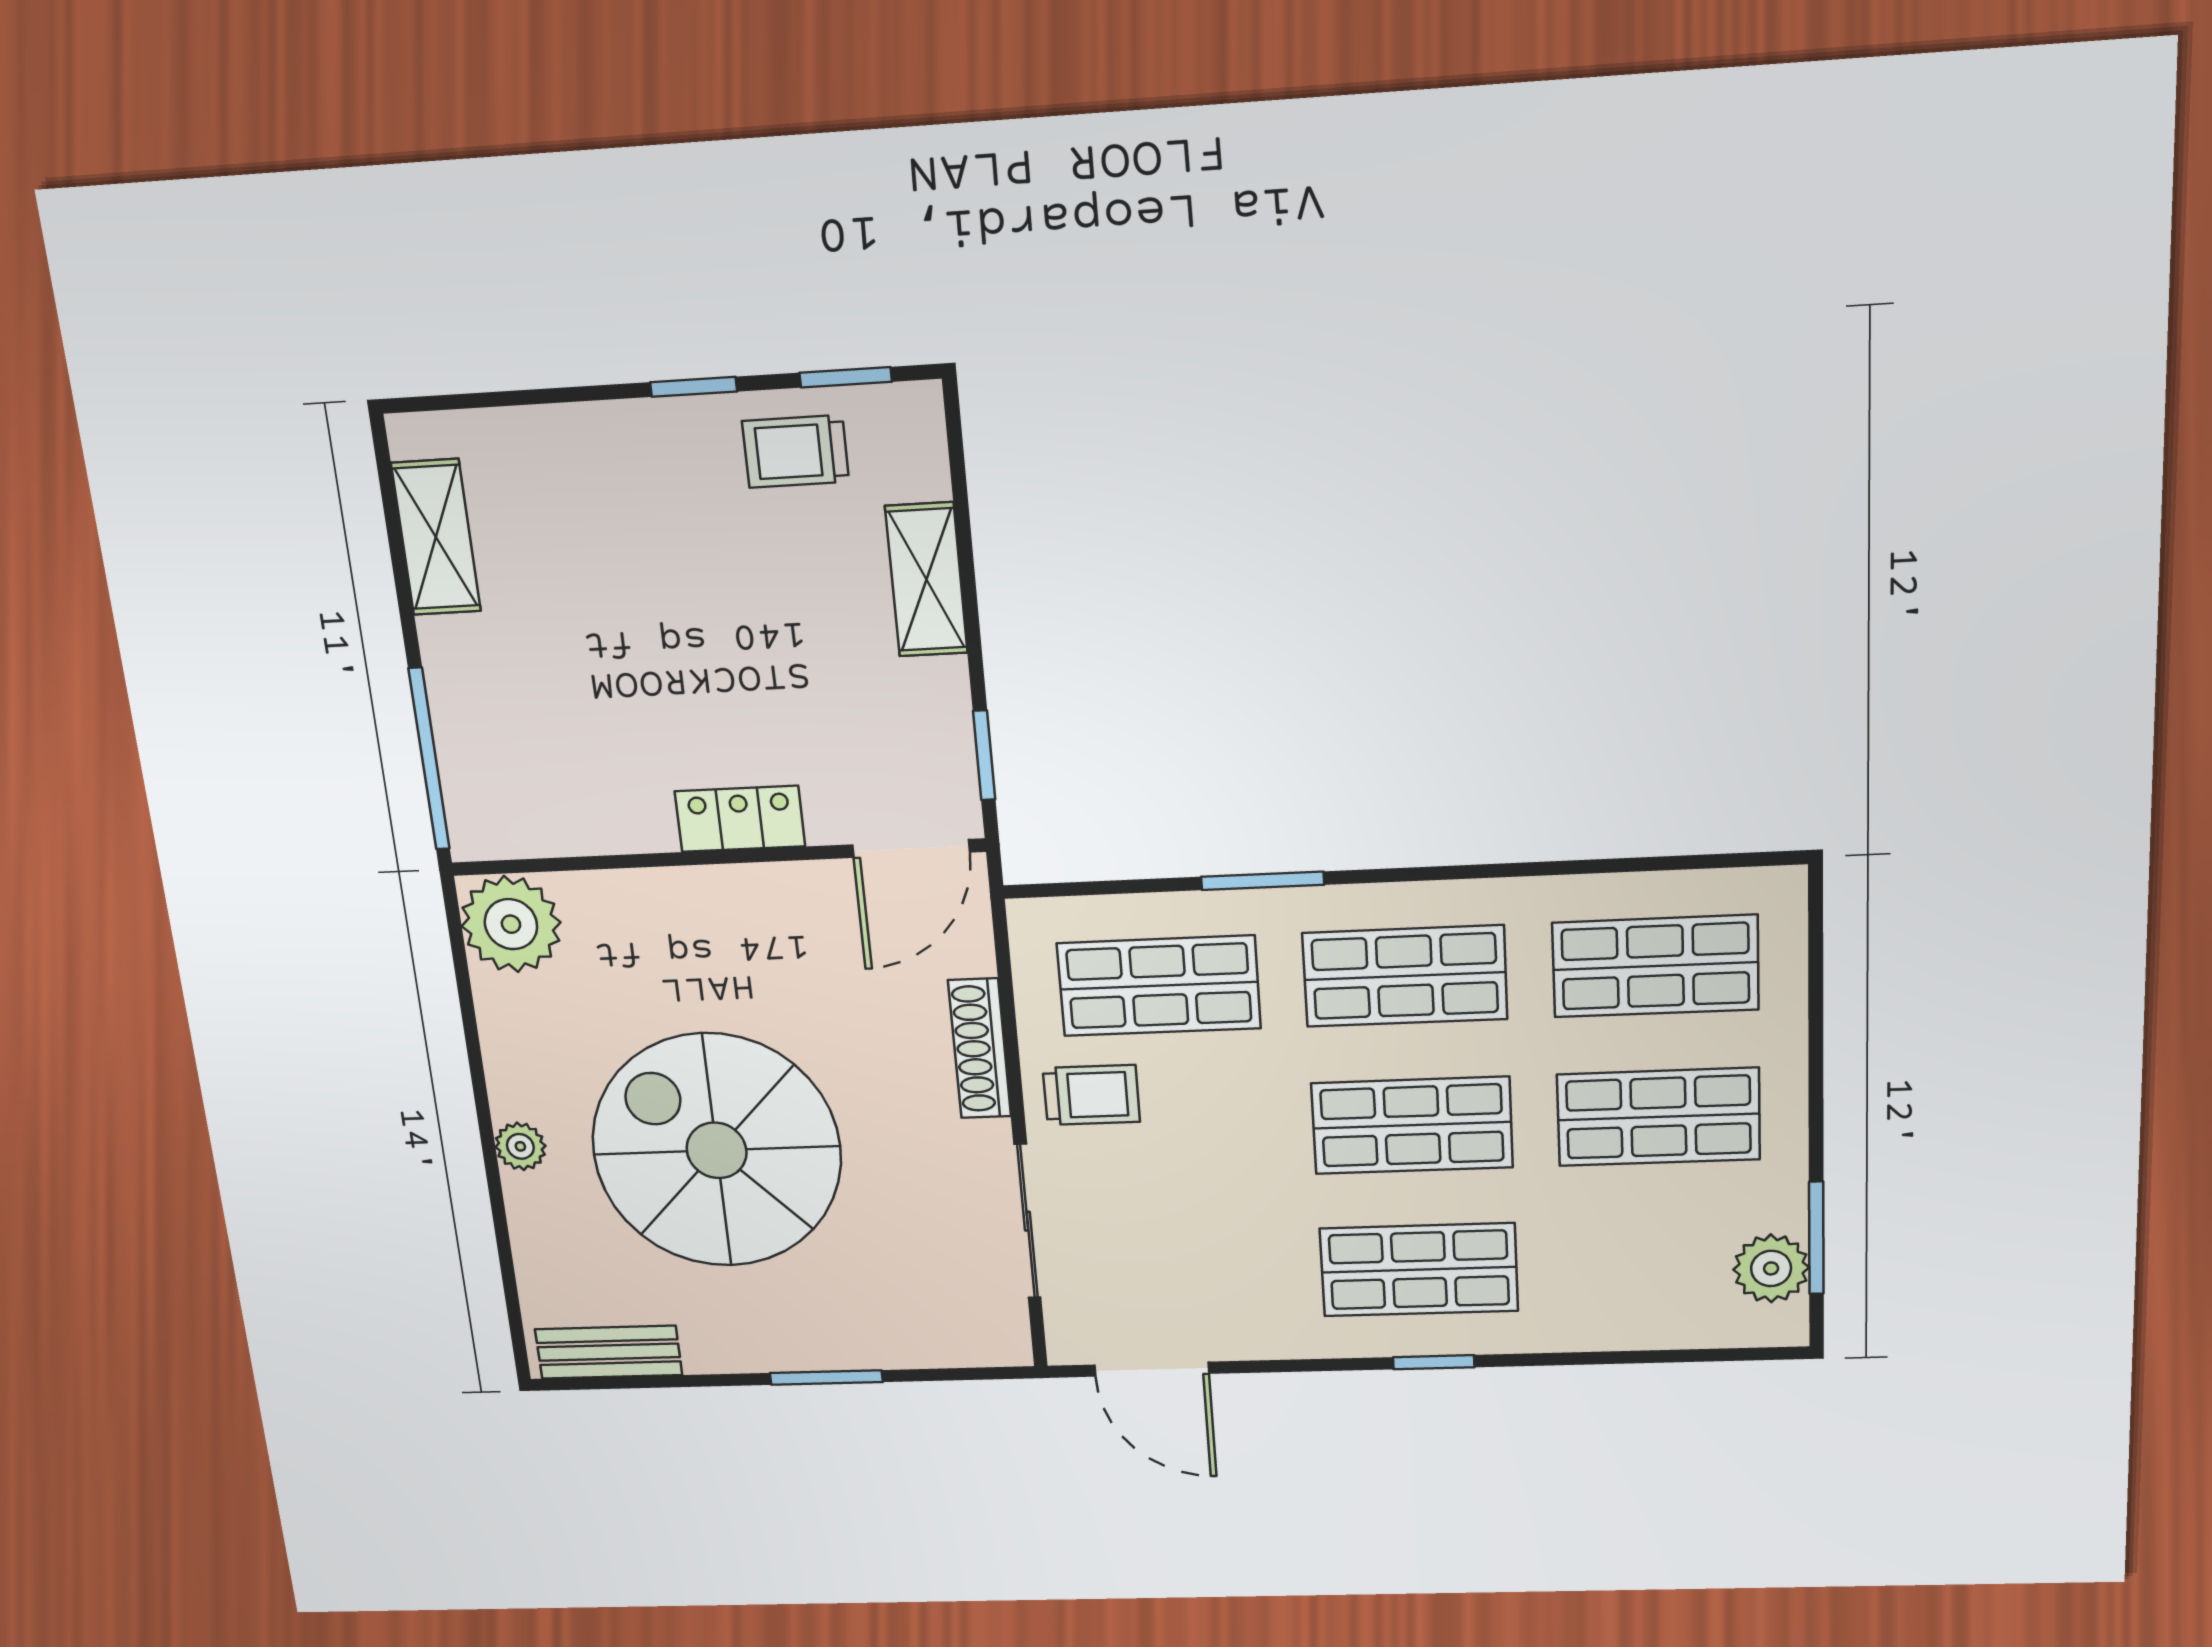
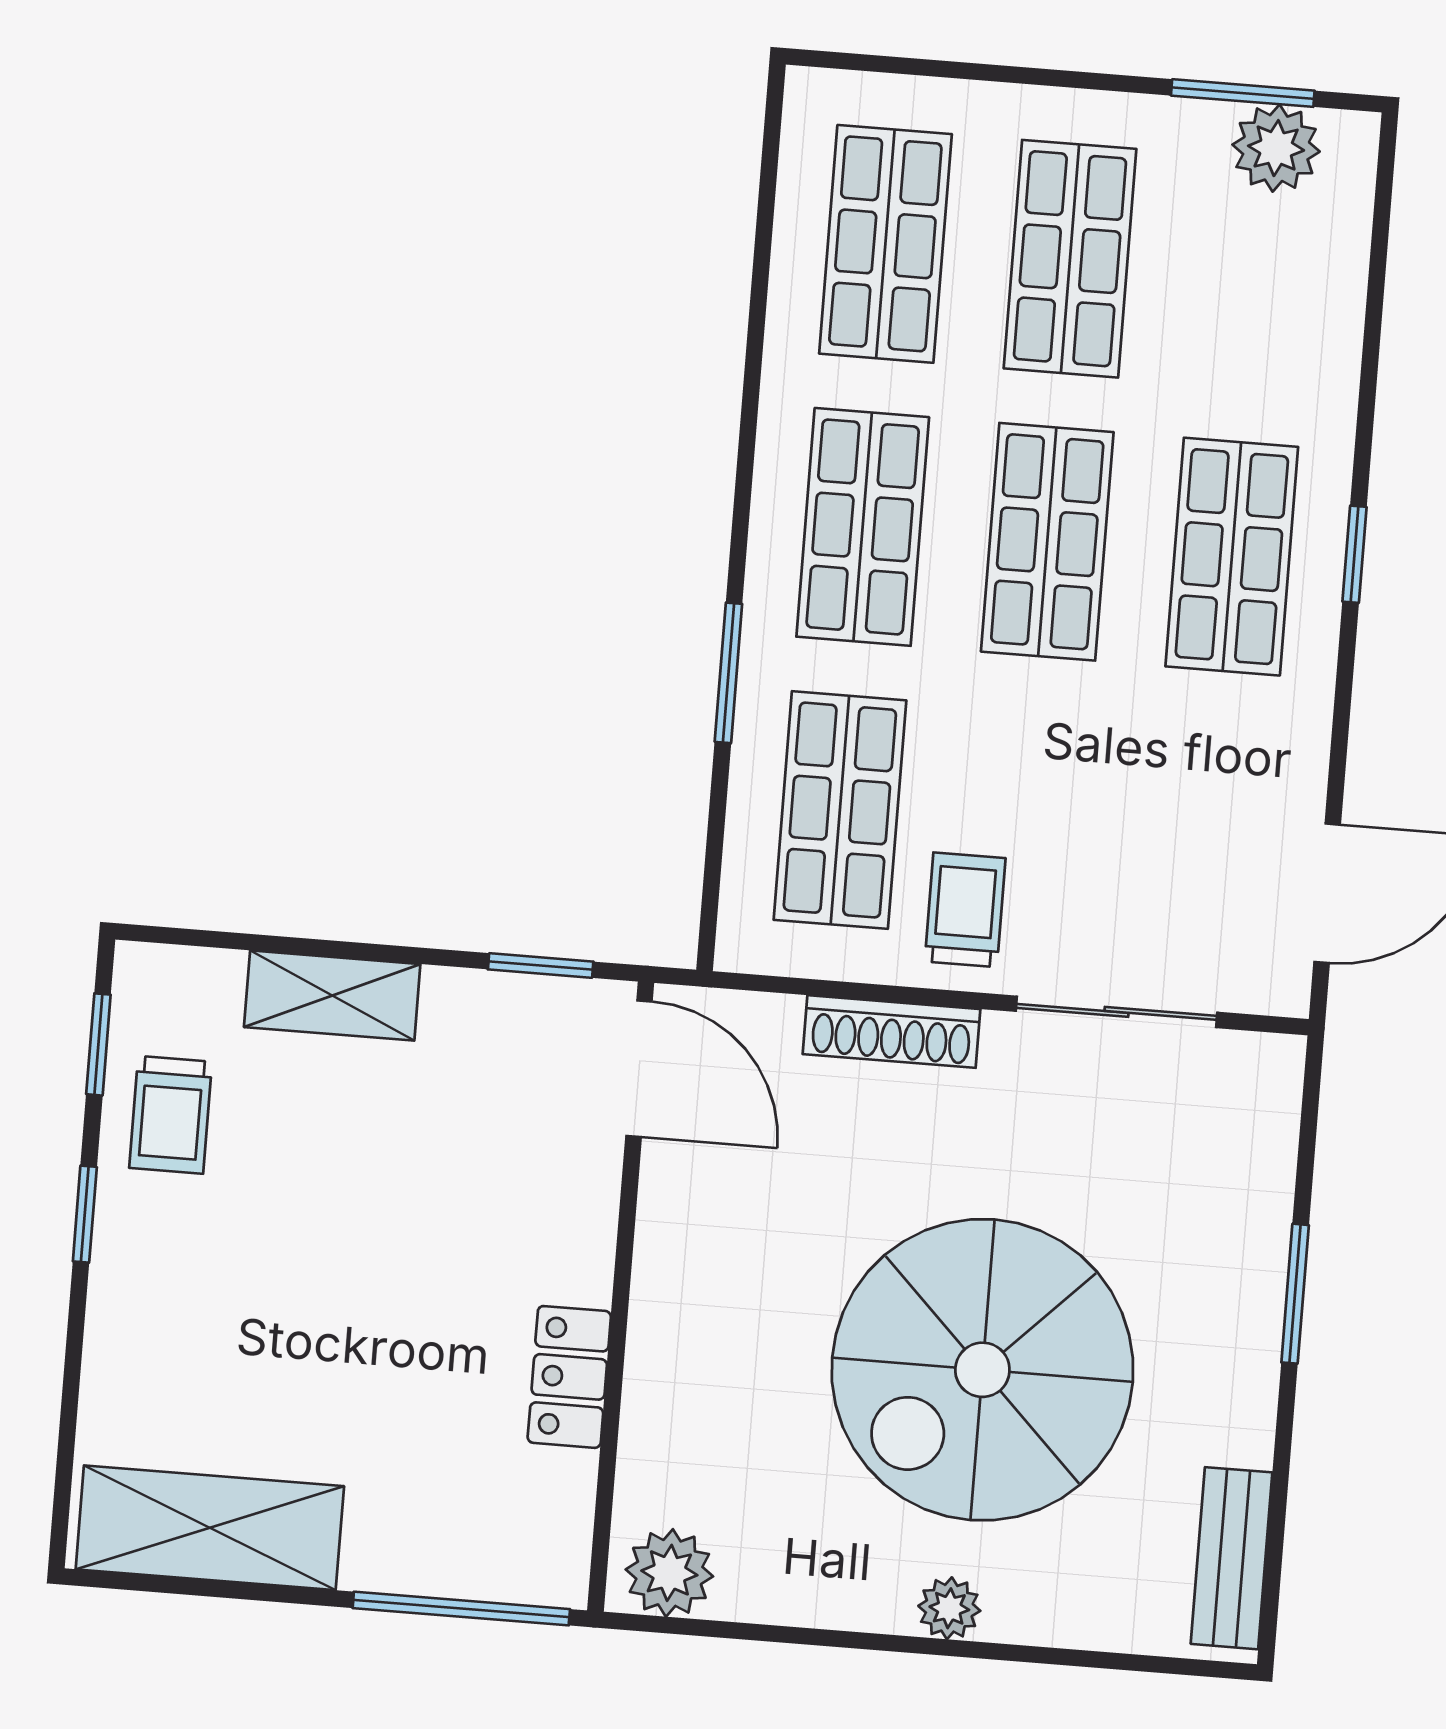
shelving: (436, 537) -> (210, 1528), width x1.50, depth x1.33
locker: (740, 819) -> (569, 1377), moved
plant: (511, 924) -> (669, 1573), width x0.73, depth x0.73

